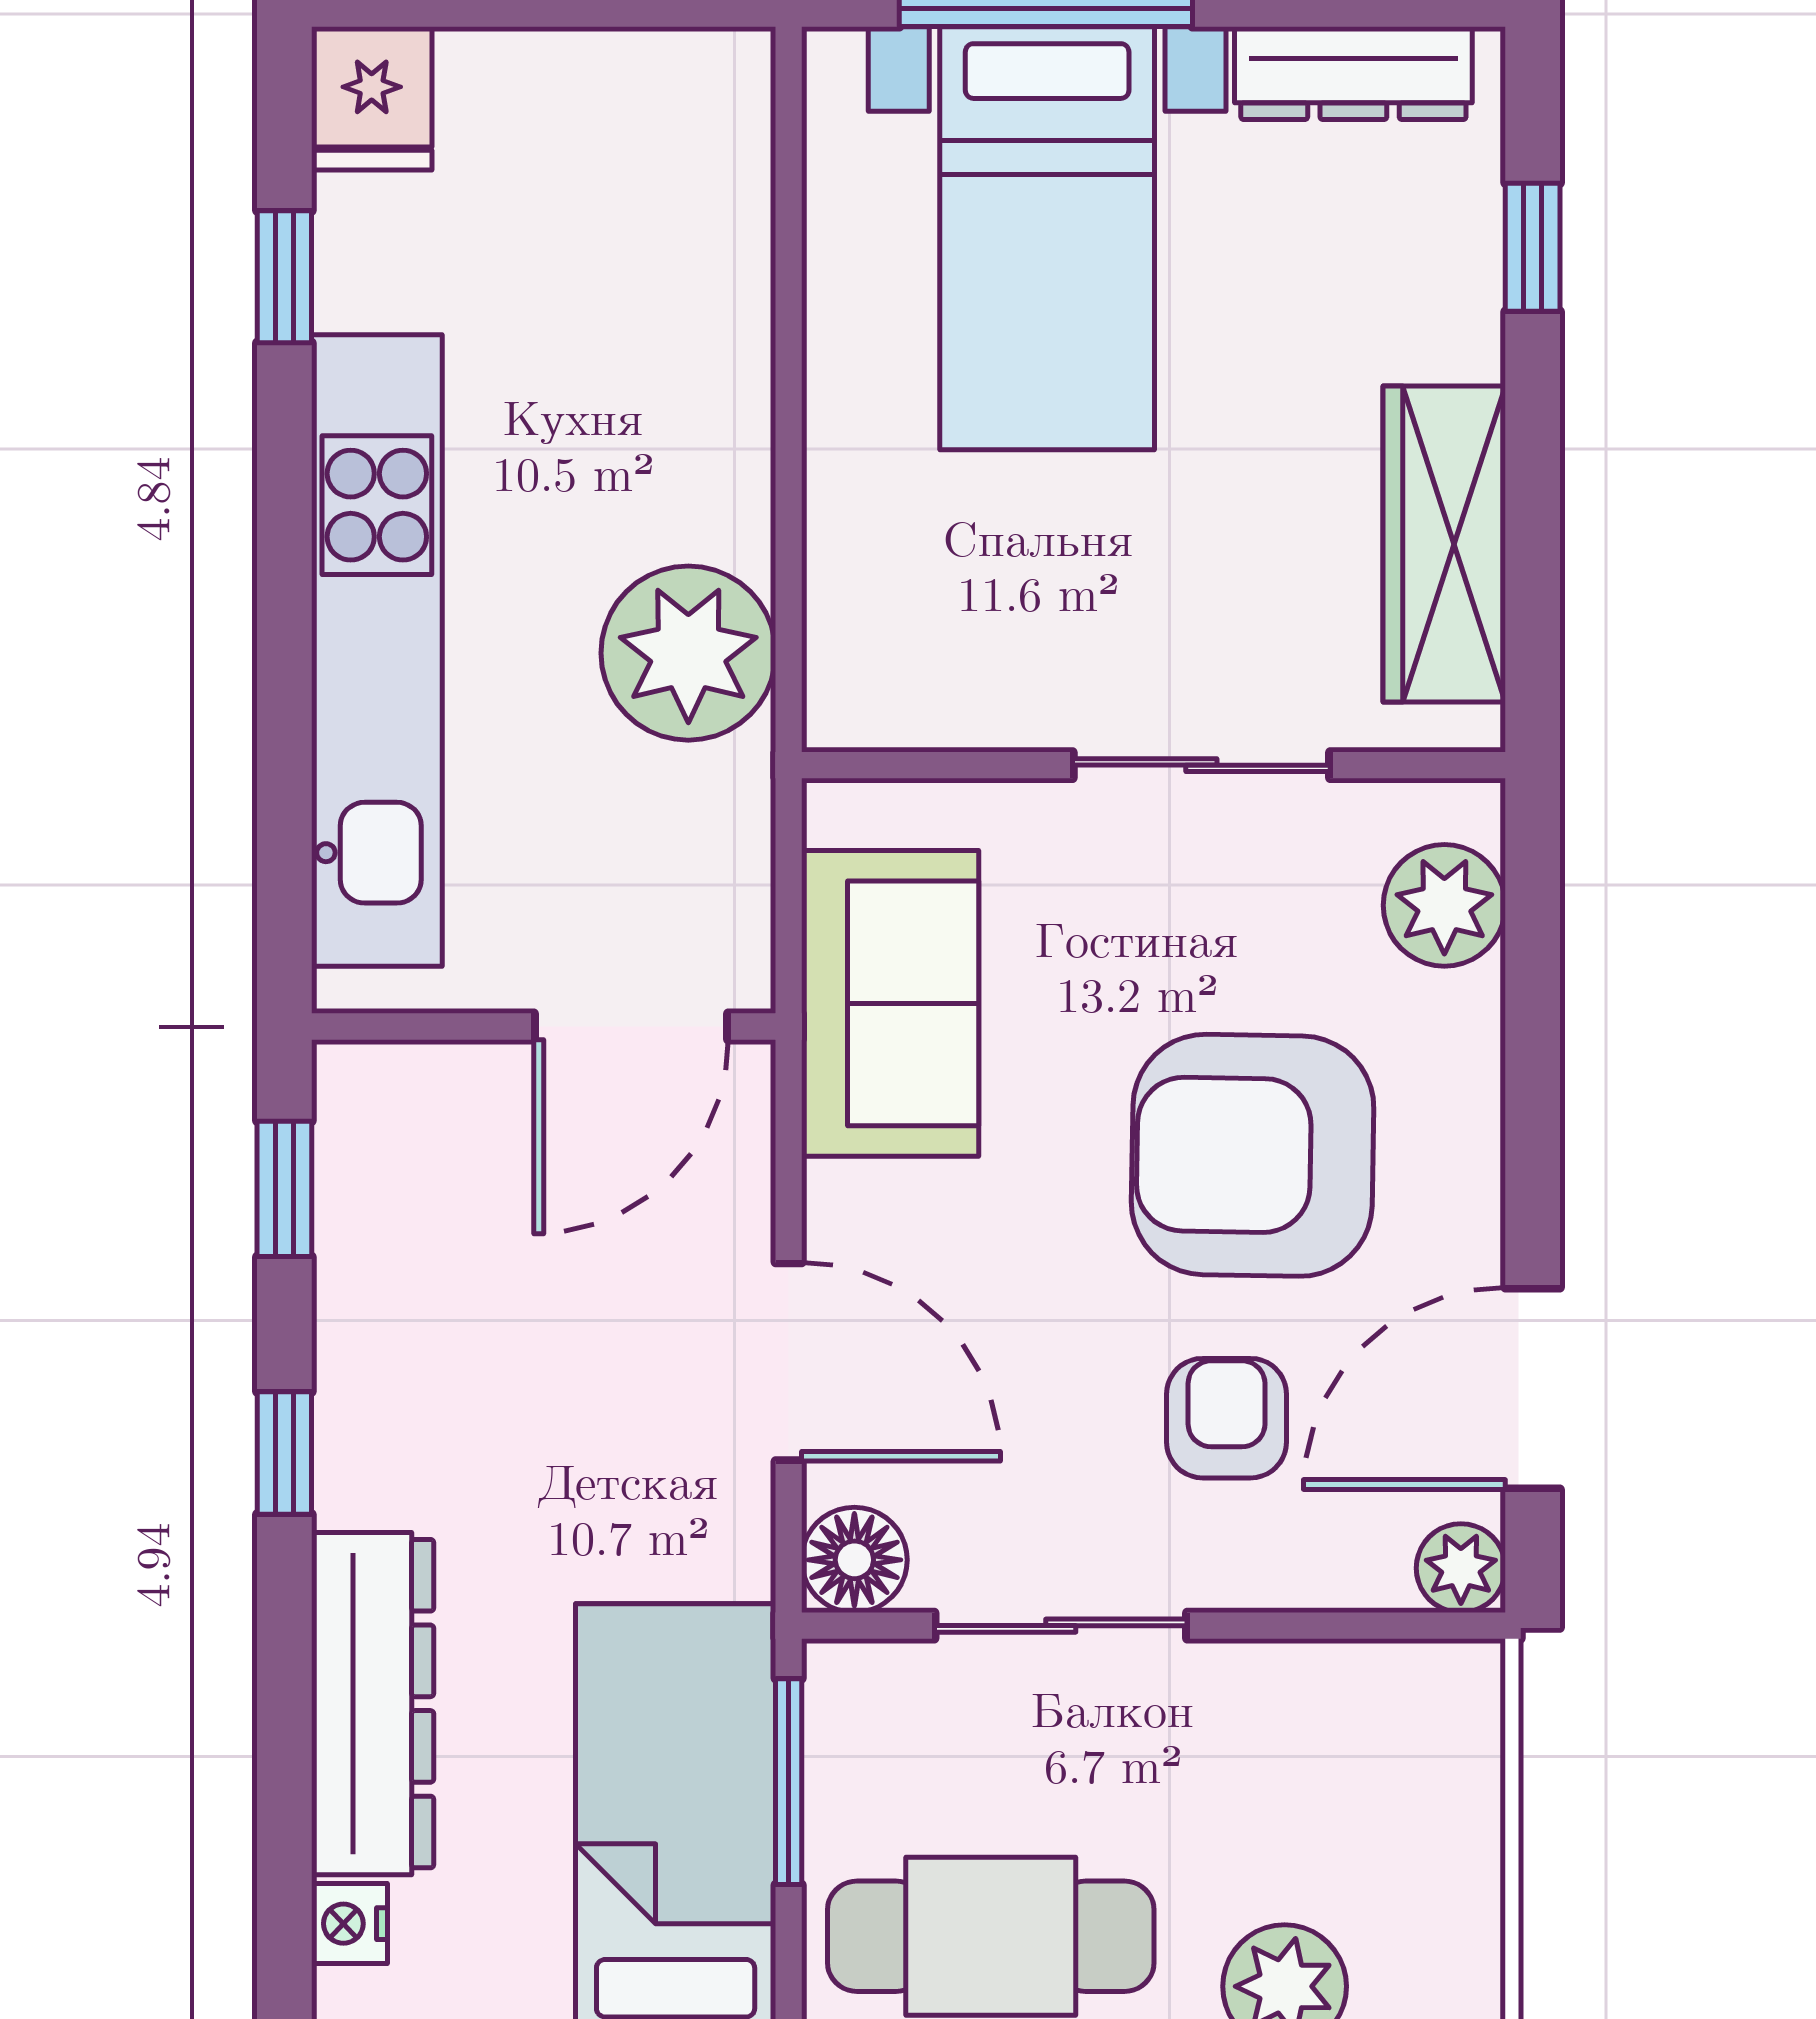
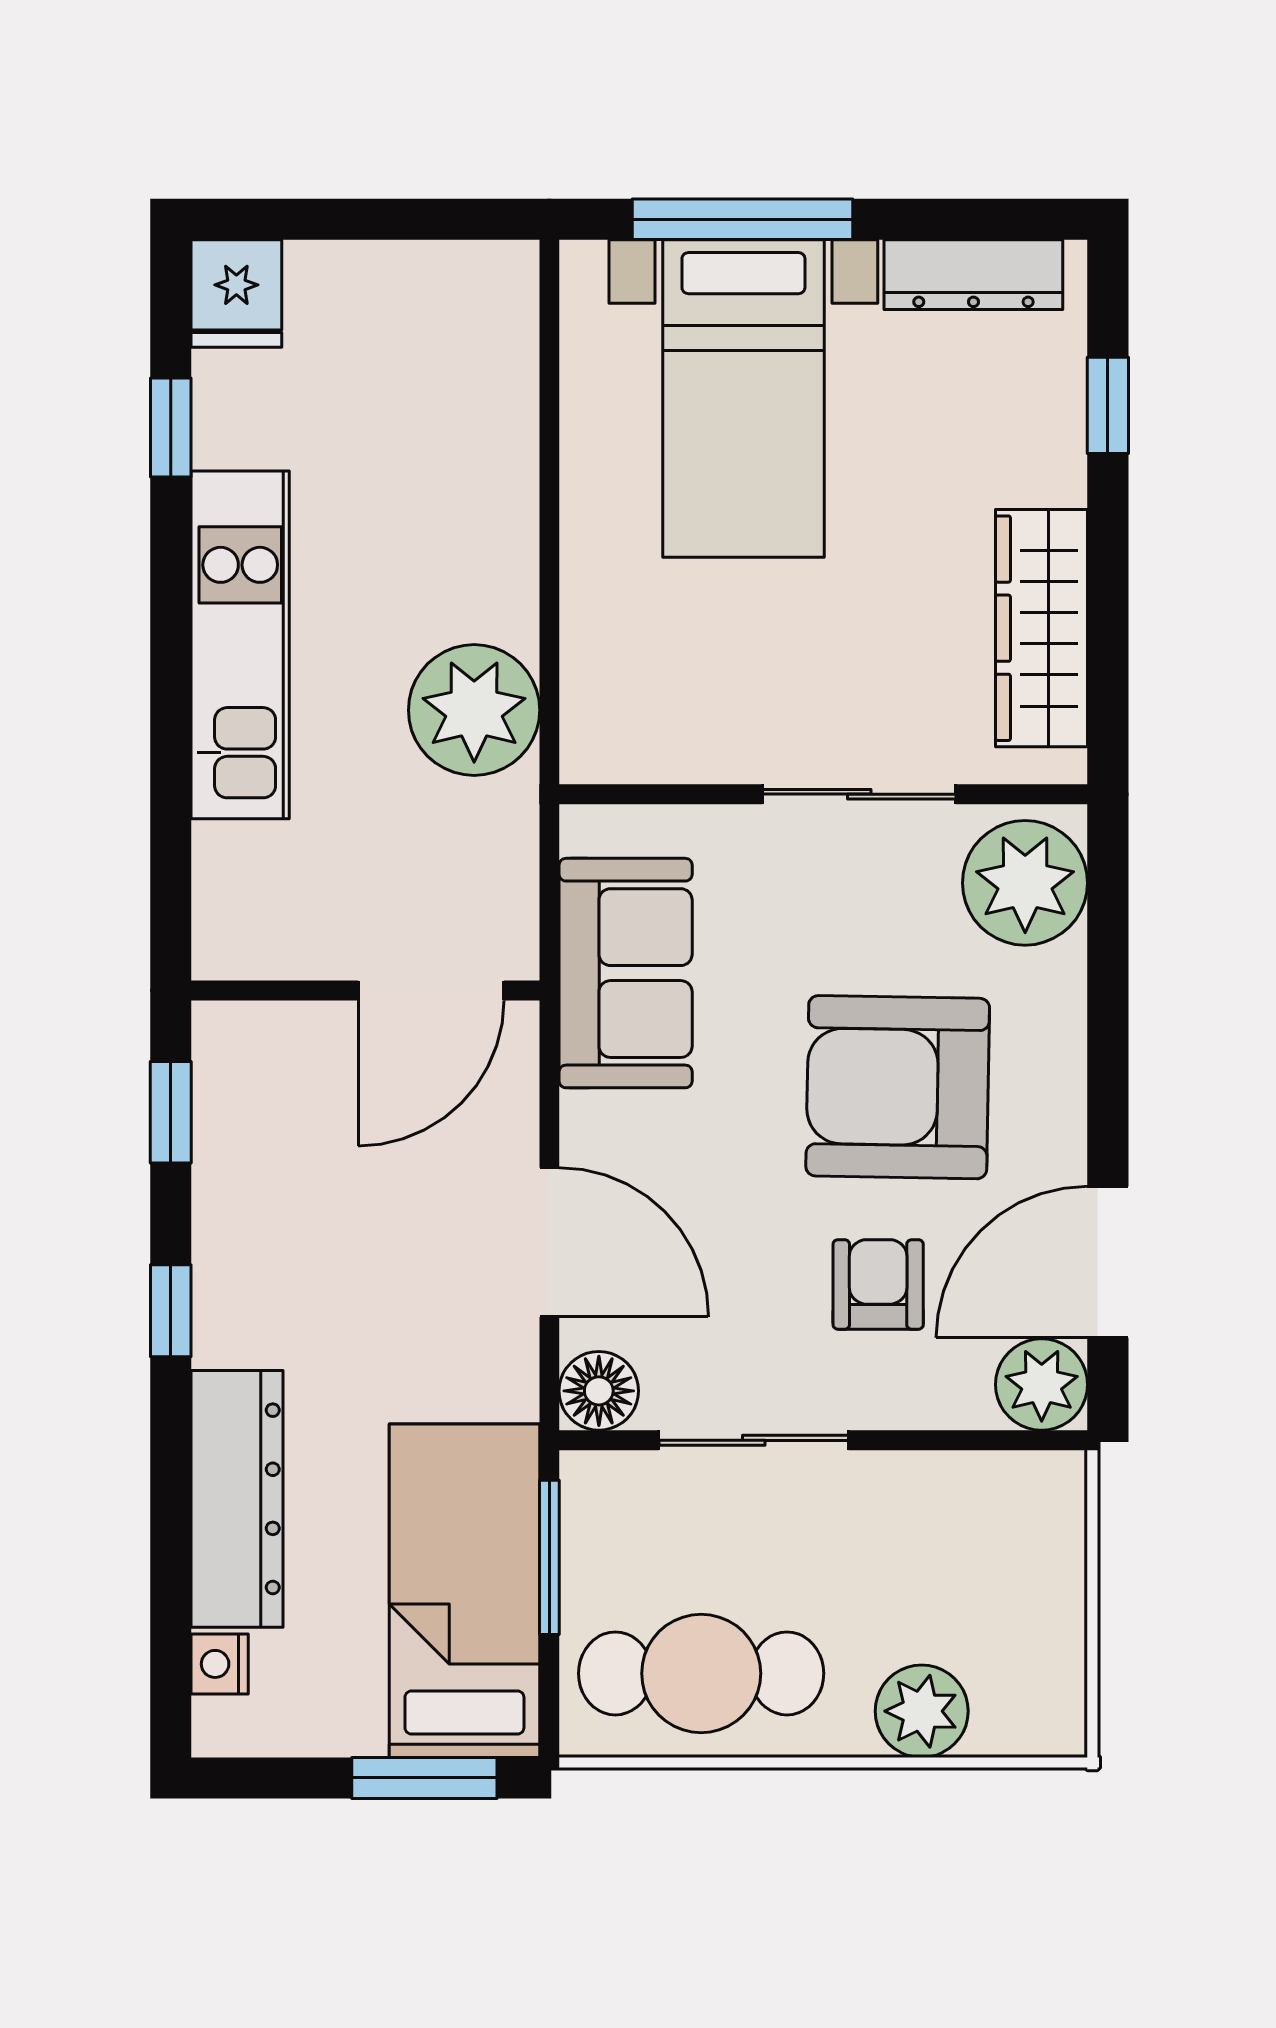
kitchen unit: (377, 650) -> (240, 645), width x0.73
plant: (1444, 905) -> (1025, 883), width x1.36, depth x1.36
plant: (1461, 1568) -> (1042, 1385), width x1.38, depth x1.38

